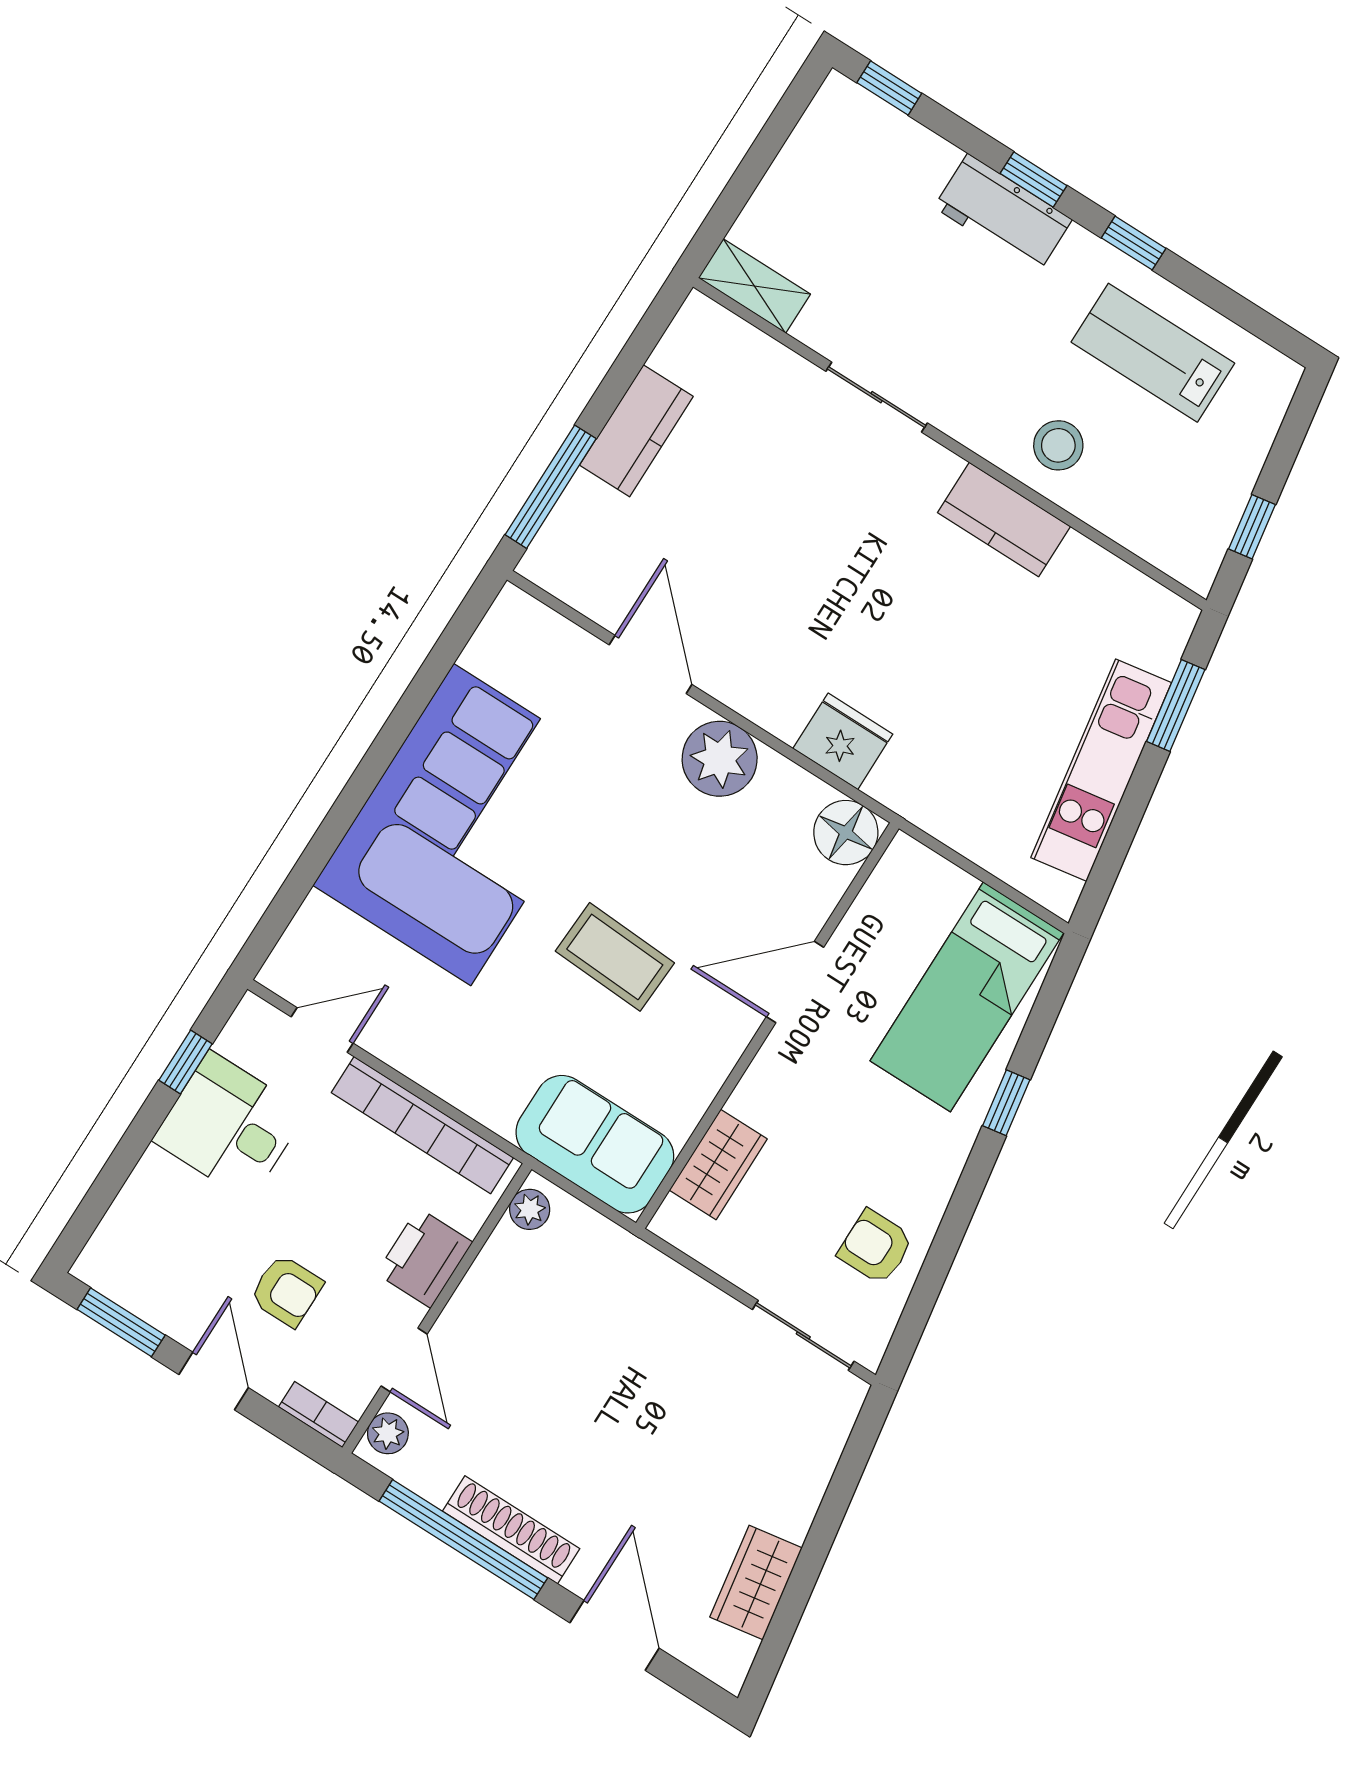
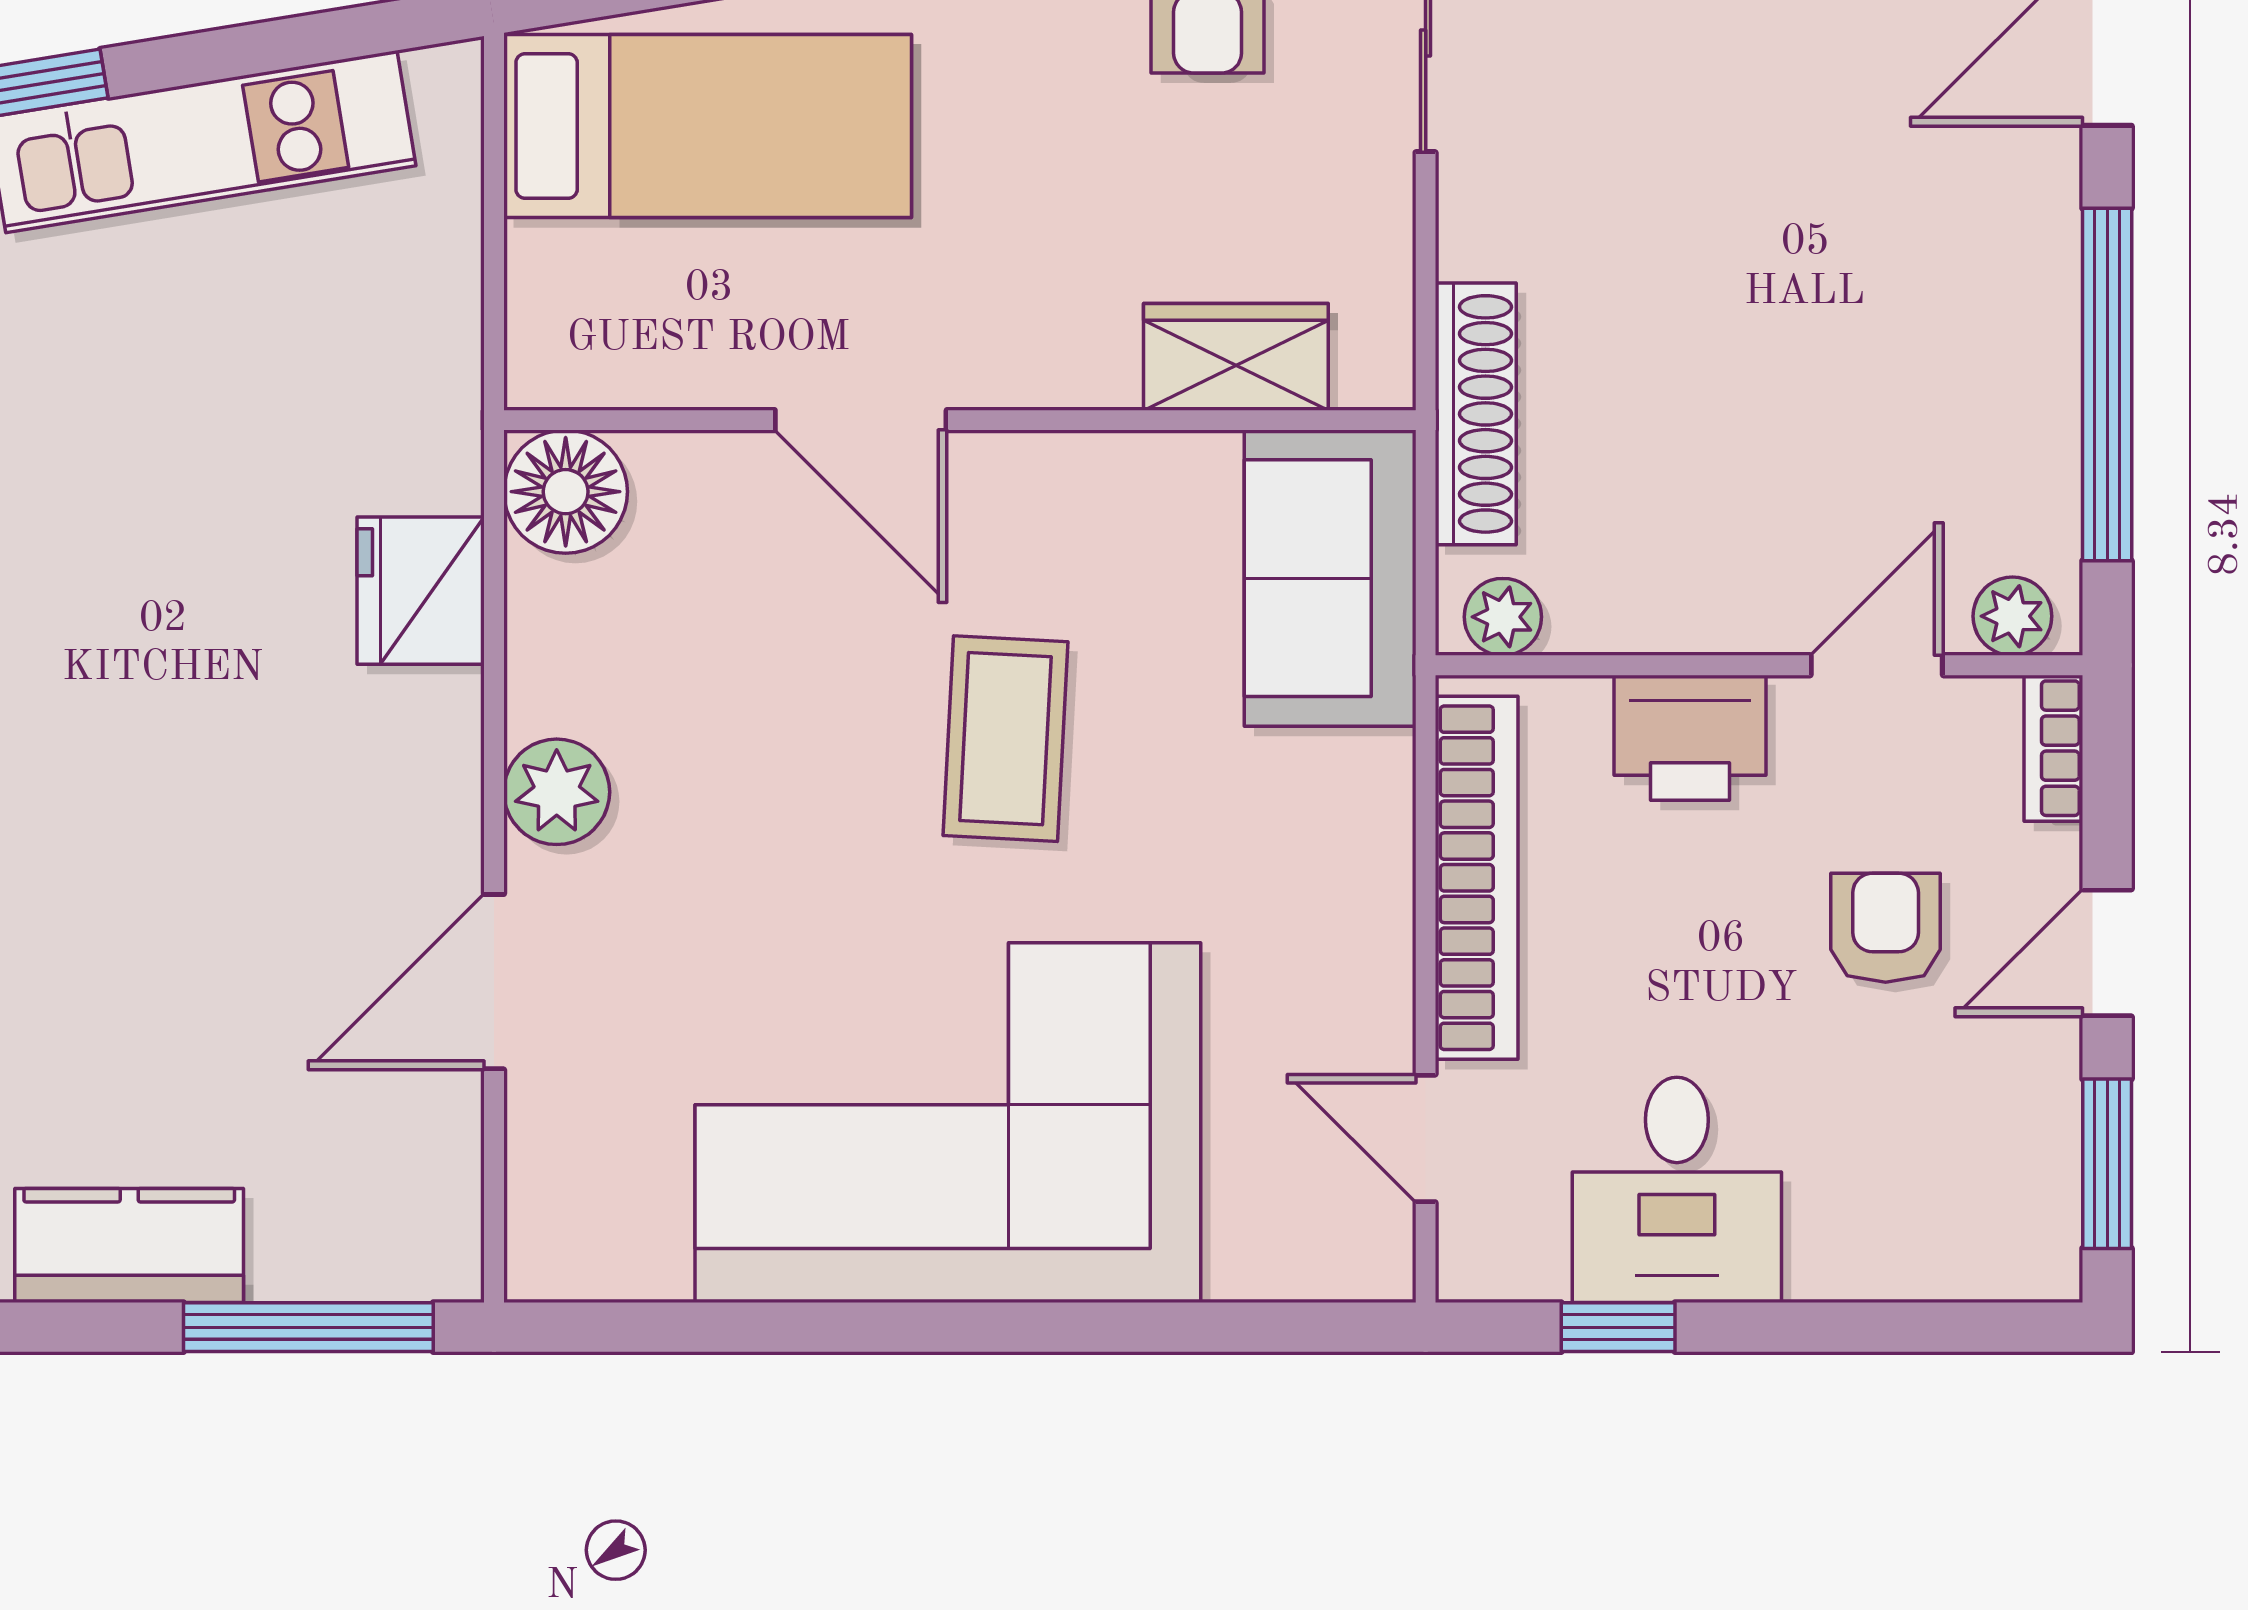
plant: (720, 759) -> (557, 792), width x0.73, depth x0.73
shoe rack: (511, 1530) -> (1476, 414), moved, turned 180

